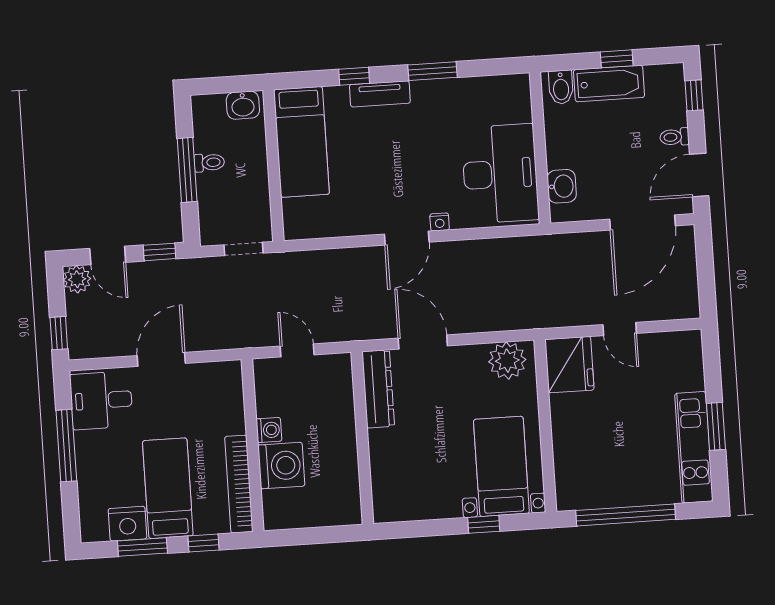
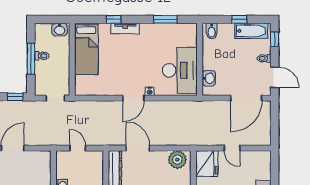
window: (433, 71) -> (166, 19), moved
bathtub: (609, 84) -> (251, 31), moved
door: (699, 175) -> (275, 77), swing flipped

